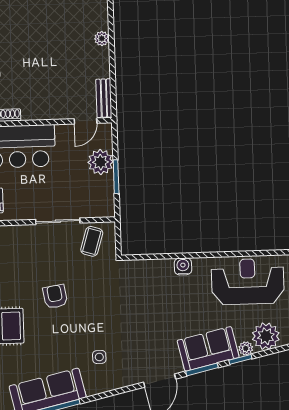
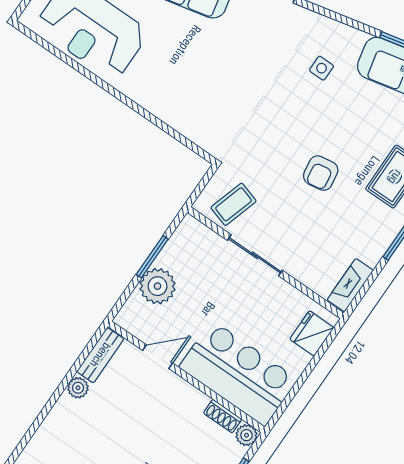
plant: (102, 39) -> (78, 388), moved
door: (85, 121) -> (158, 357), moved
water cooler: (183, 266) -> (152, 100), removed

